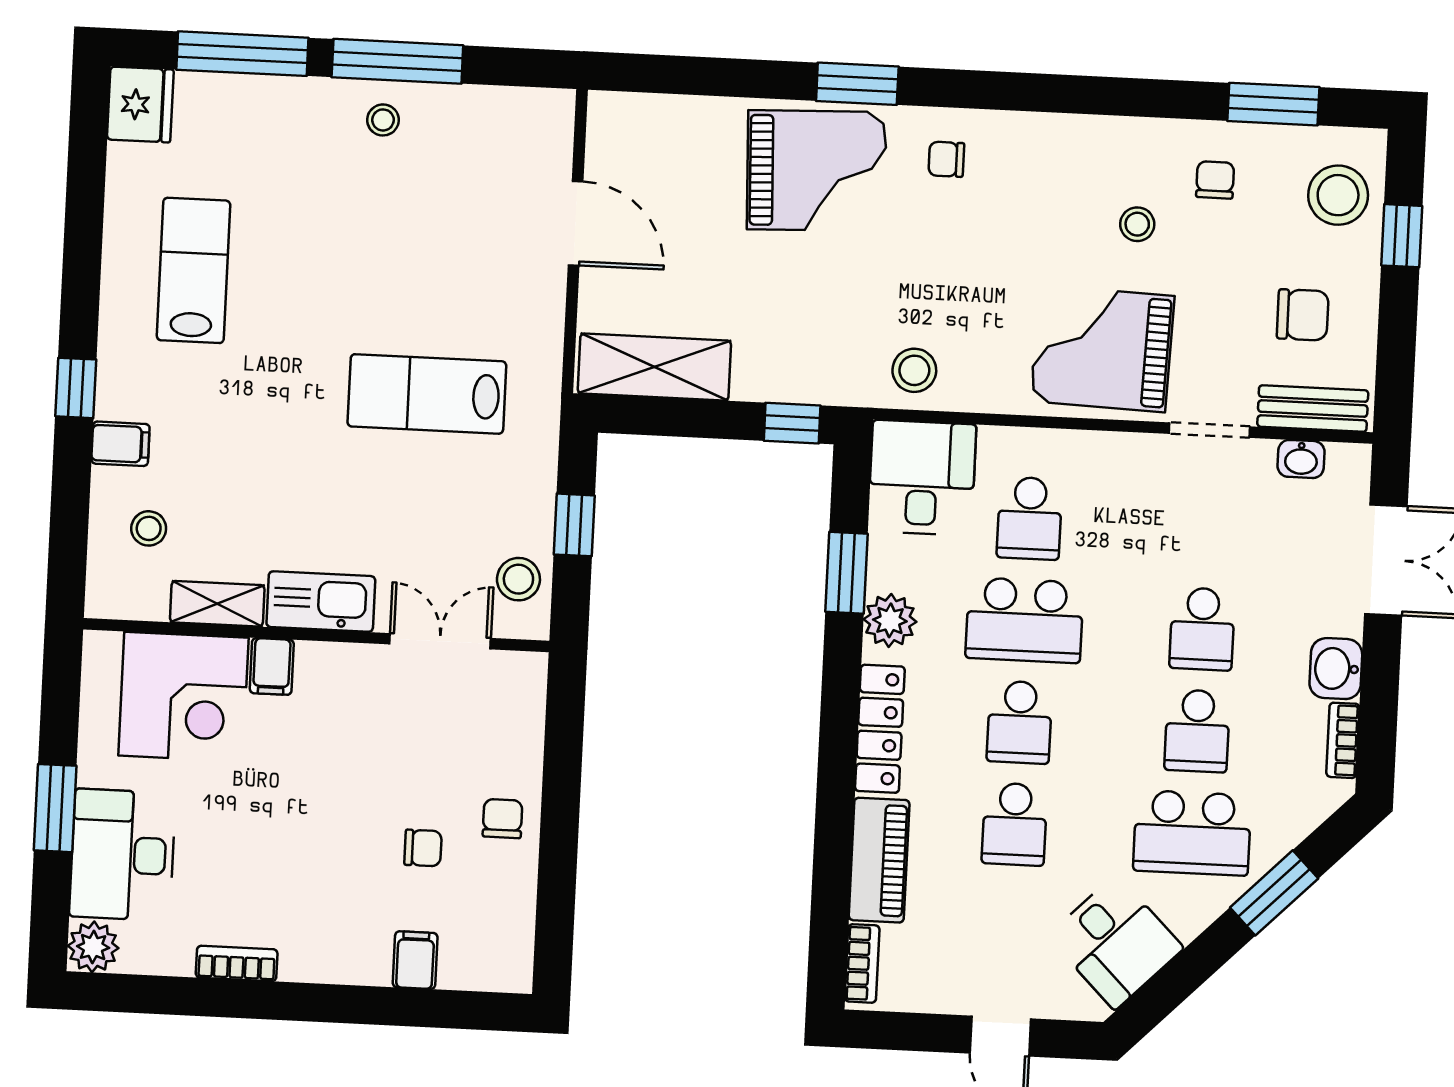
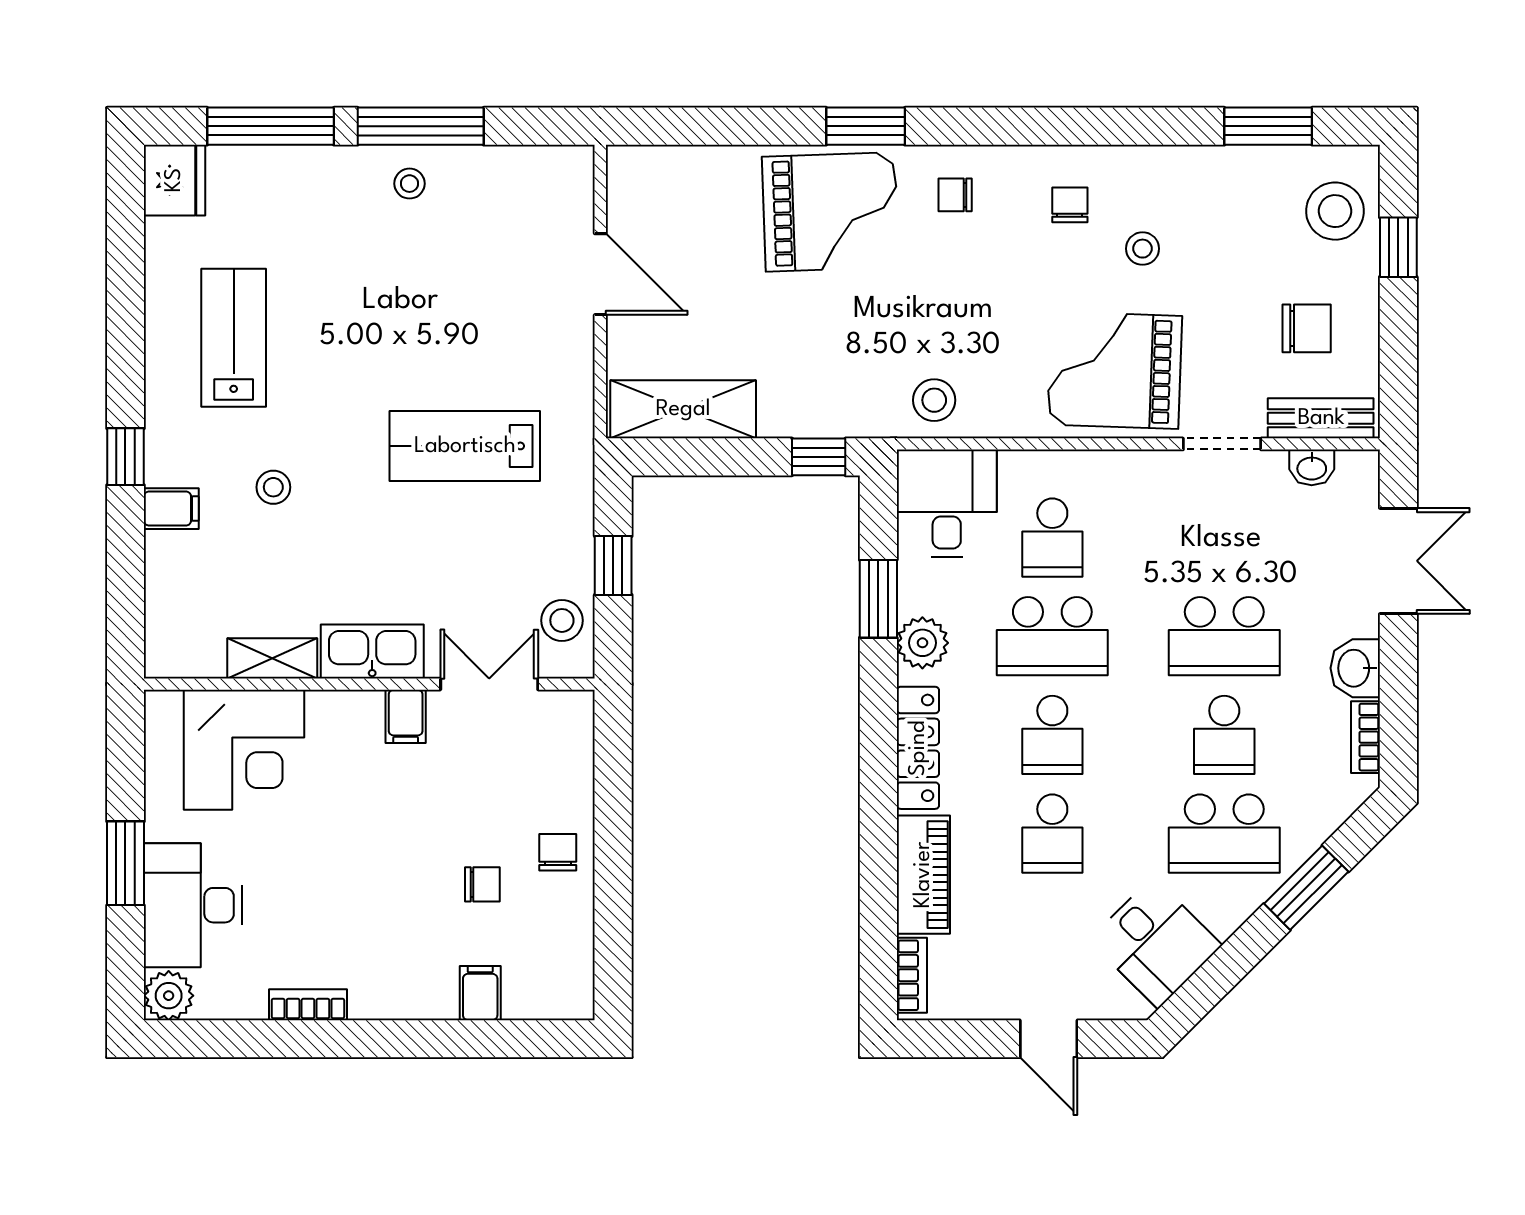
chair: (1215, 180) -> (1070, 205), moved
stool: (149, 528) -> (273, 487), moved
school desk: (1202, 629) -> (1224, 636), width x1.85
filing cabinet: (272, 666) -> (406, 716), moved

